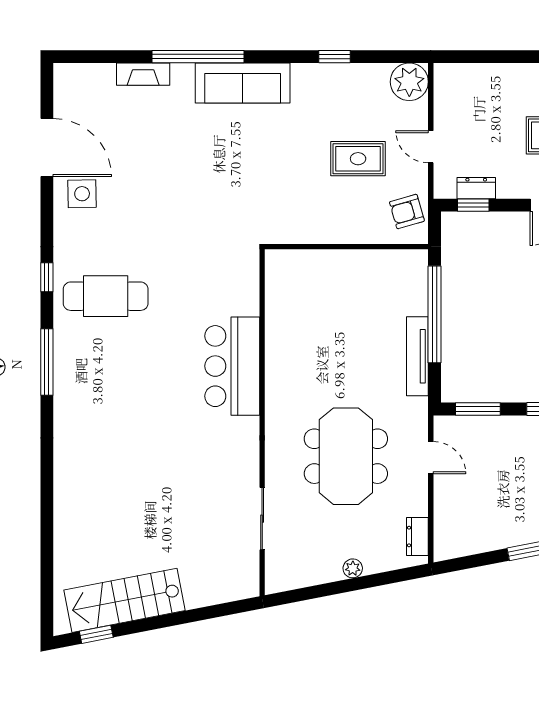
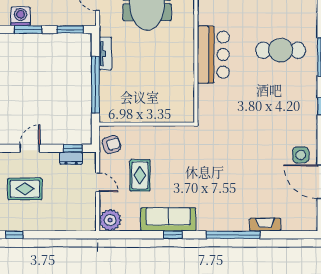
window: (335, 57) -> (173, 235), moved
sofa: (243, 83) -> (168, 219), moved
rug: (358, 159) -> (140, 175), turned 90
cafe table: (106, 296) -> (281, 50), moved
tv unit: (417, 356) -> (105, 54), width x0.71

